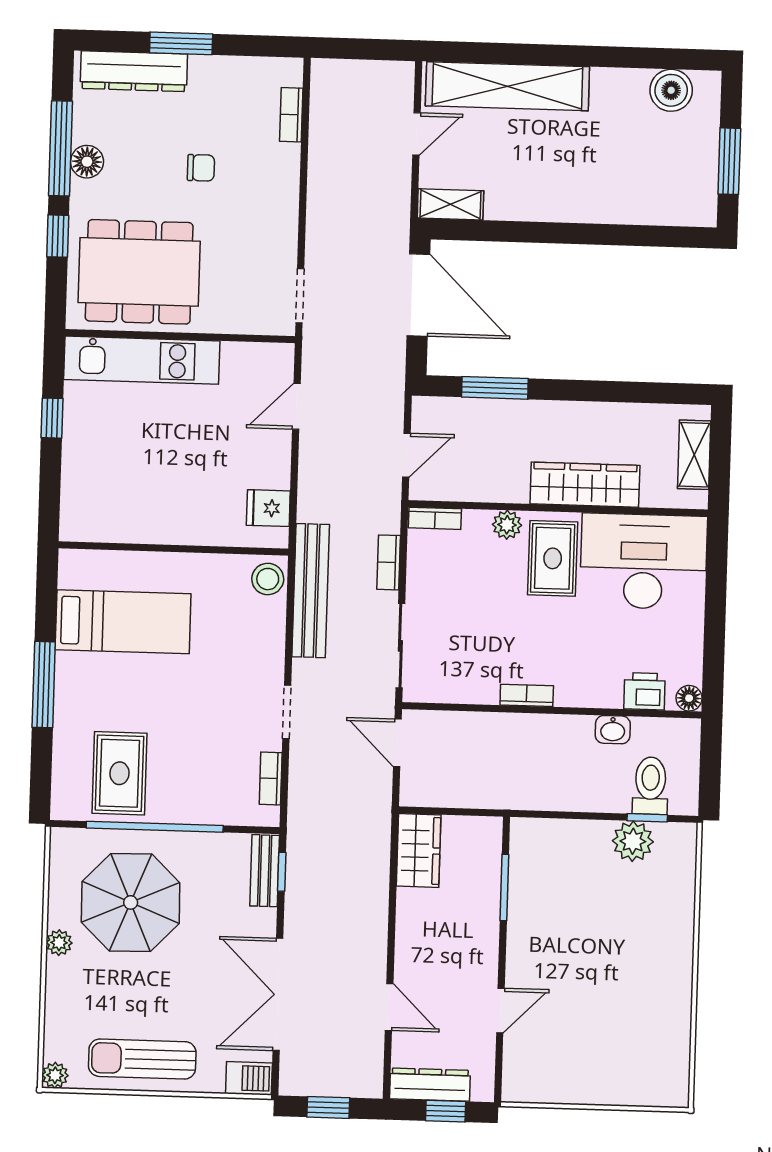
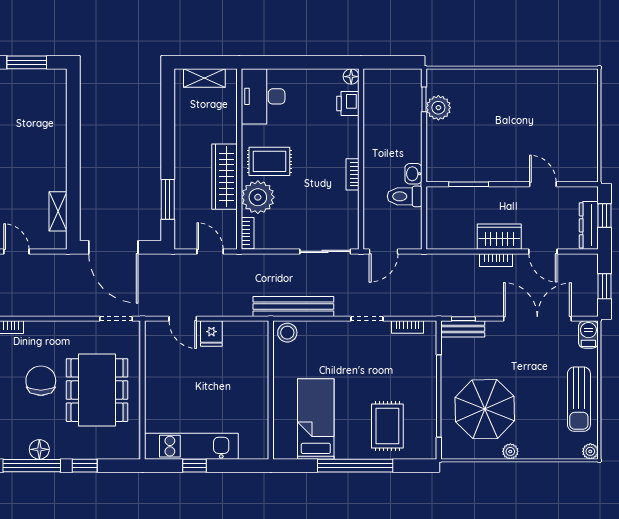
chair: (201, 168) -> (41, 381), width x1.87, depth x1.87
shelving: (450, 204) -> (58, 211), moved
dining table: (139, 272) -> (97, 390), moved
door: (418, 295) -> (113, 247), swing flipped
kitchen unit: (142, 360) -> (191, 446), moved, turned -90
wardrobe: (585, 485) -> (224, 177), moved
fridge: (268, 508) -> (211, 334), moved
plant: (507, 525) -> (258, 197), width x1.88, depth x1.88
desk: (644, 561) -> (263, 96), width x0.73, depth x0.77
bookcase: (389, 562) -> (496, 260), moved
window: (44, 685) -> (355, 466), width x1.46
washbasin: (613, 730) -> (413, 174), moved, turned 180
rug: (119, 773) -> (387, 426), moved, turned 90
toilet: (650, 786) -> (405, 196), moved
wardrobe: (419, 850) -> (499, 237), moved
double door: (278, 994) -> (537, 319), swing flipped
door: (389, 1007) -> (543, 251), swing flipped

